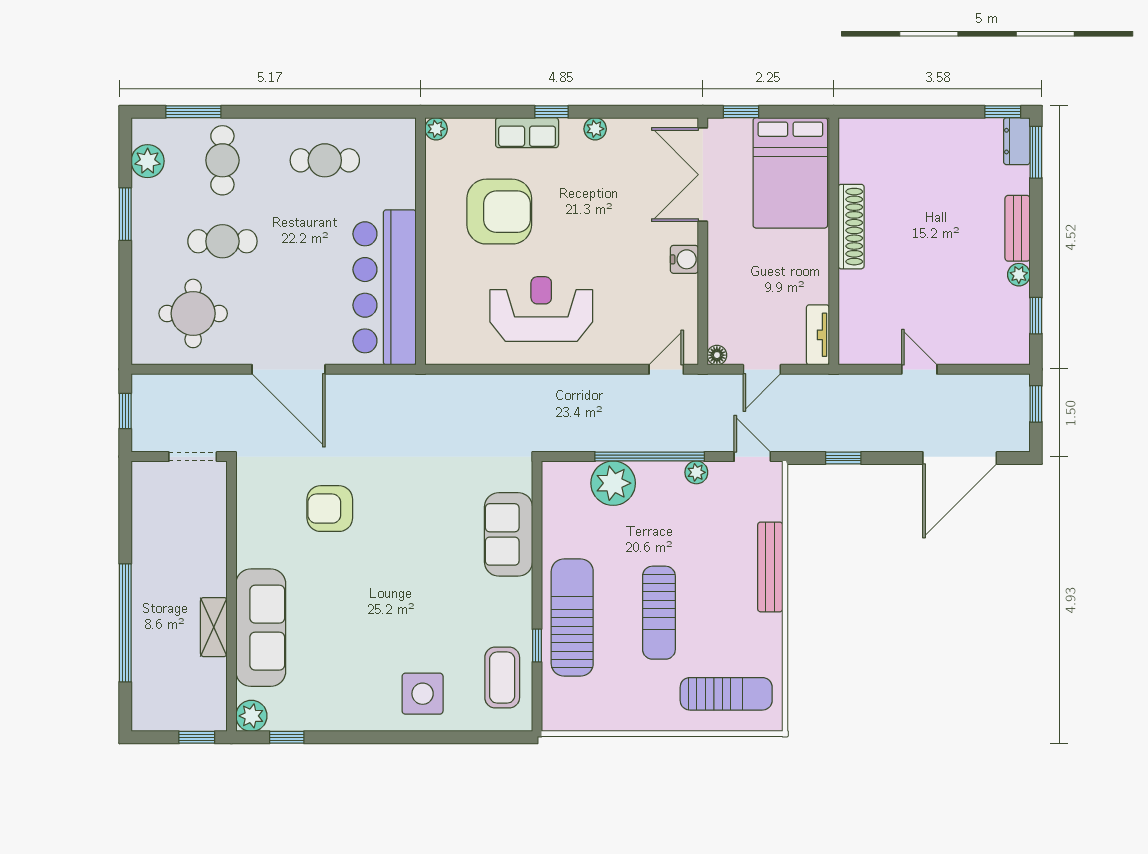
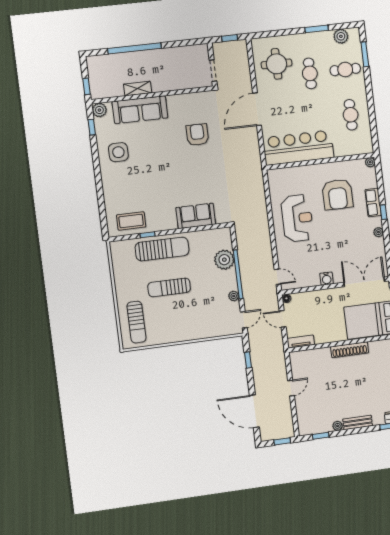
bench: (770, 567) -> (196, 334), removed
side table: (423, 694) -> (118, 152), moved

